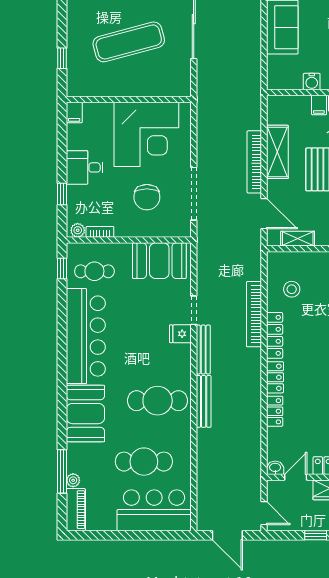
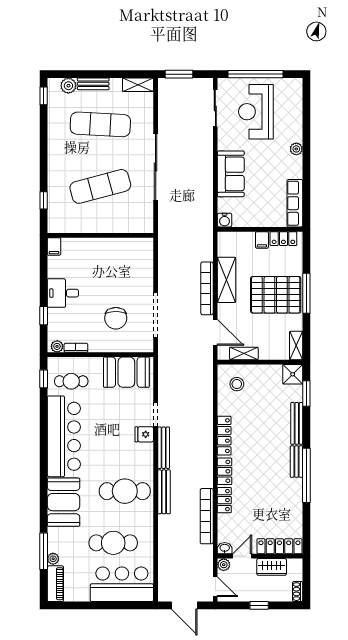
water cooler: (312, 82) -> (225, 220), moved
corner desk: (146, 134) -> (115, 265), removed
stool: (292, 289) -> (237, 384), moved
bookcase: (254, 314) -> (207, 516), moved
plant: (274, 487) -> (224, 565), added

